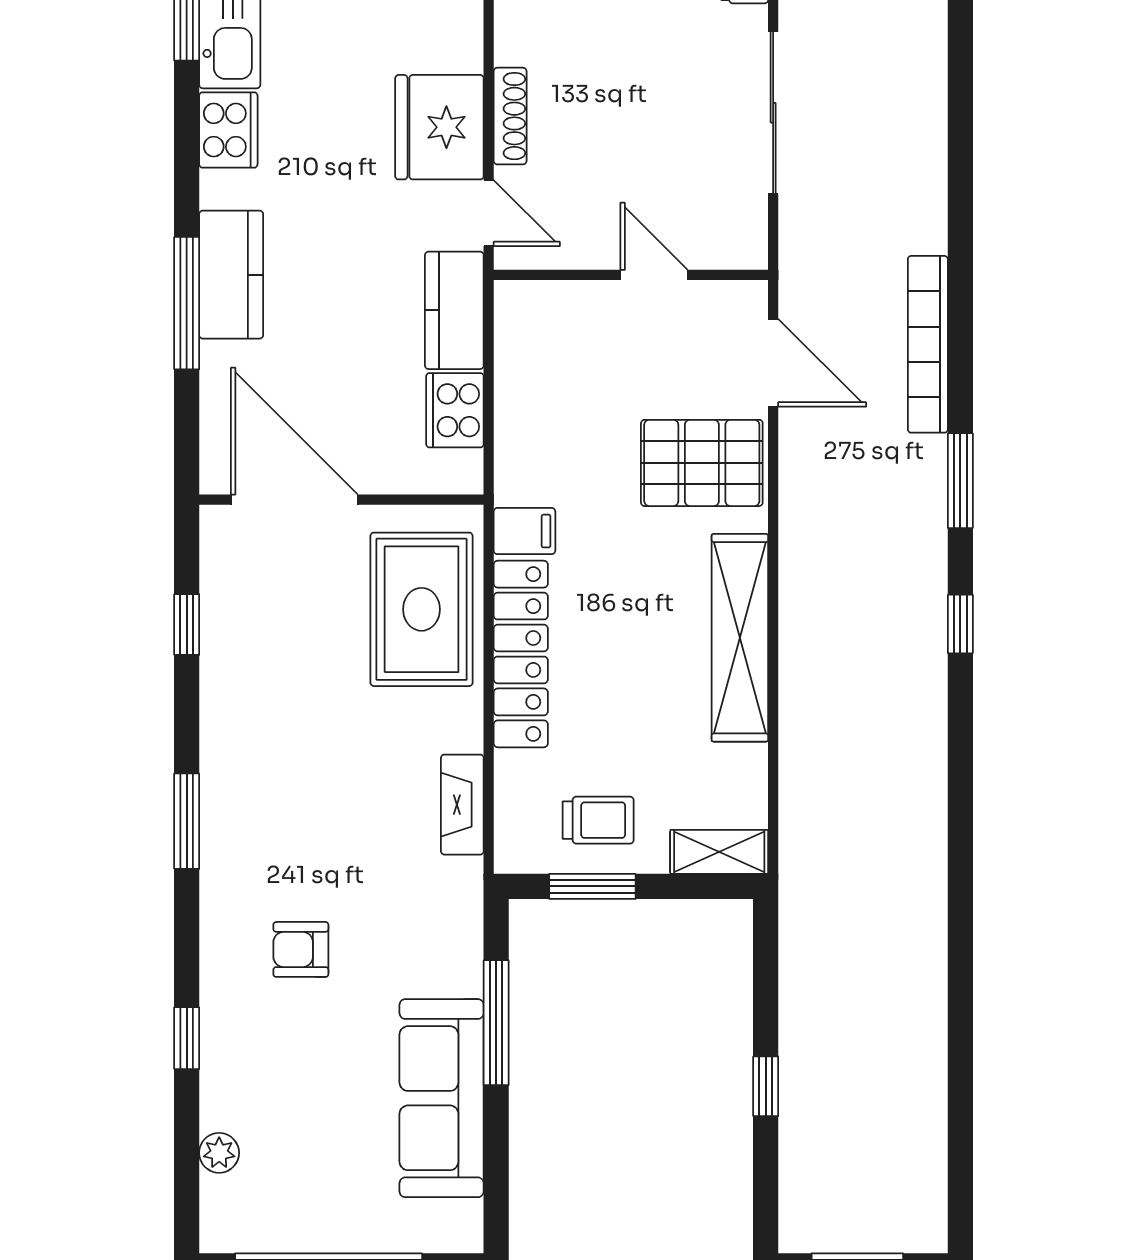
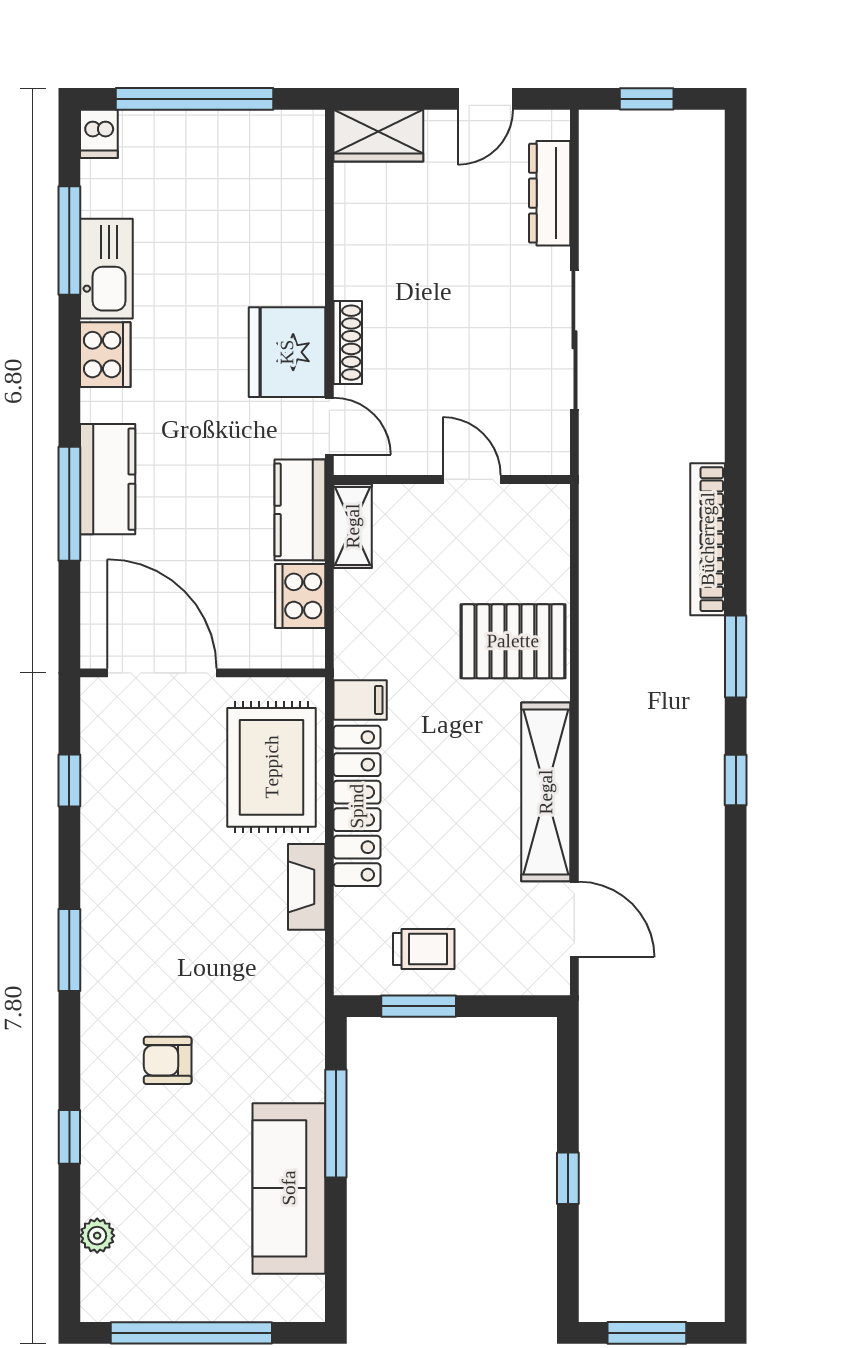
door: (773, 363) -> (574, 919), moved
fireplace: (462, 805) -> (307, 887), moved
shelving: (719, 852) -> (353, 526), moved, turned 90

